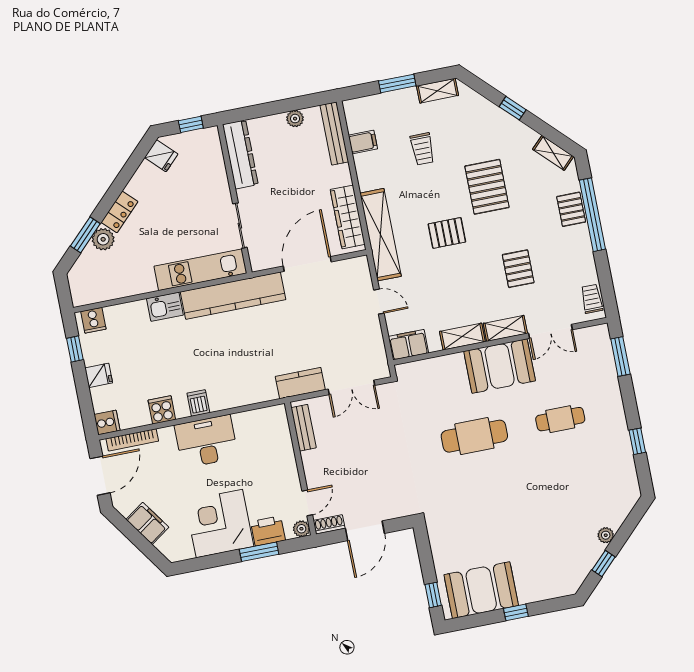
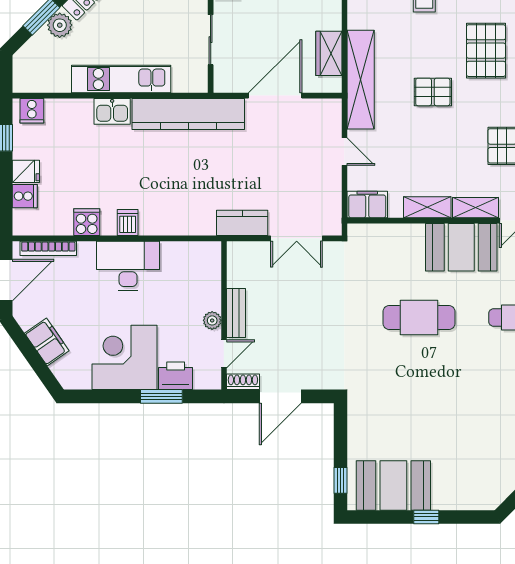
wardrobe: (348, 217) -> (329, 53), width x0.67
kitchen unit: (200, 270) -> (121, 79), moved
cooker: (107, 422) -> (25, 196), moved
bench: (303, 428) -> (236, 313), moved
plant: (301, 529) -> (212, 320), moved

